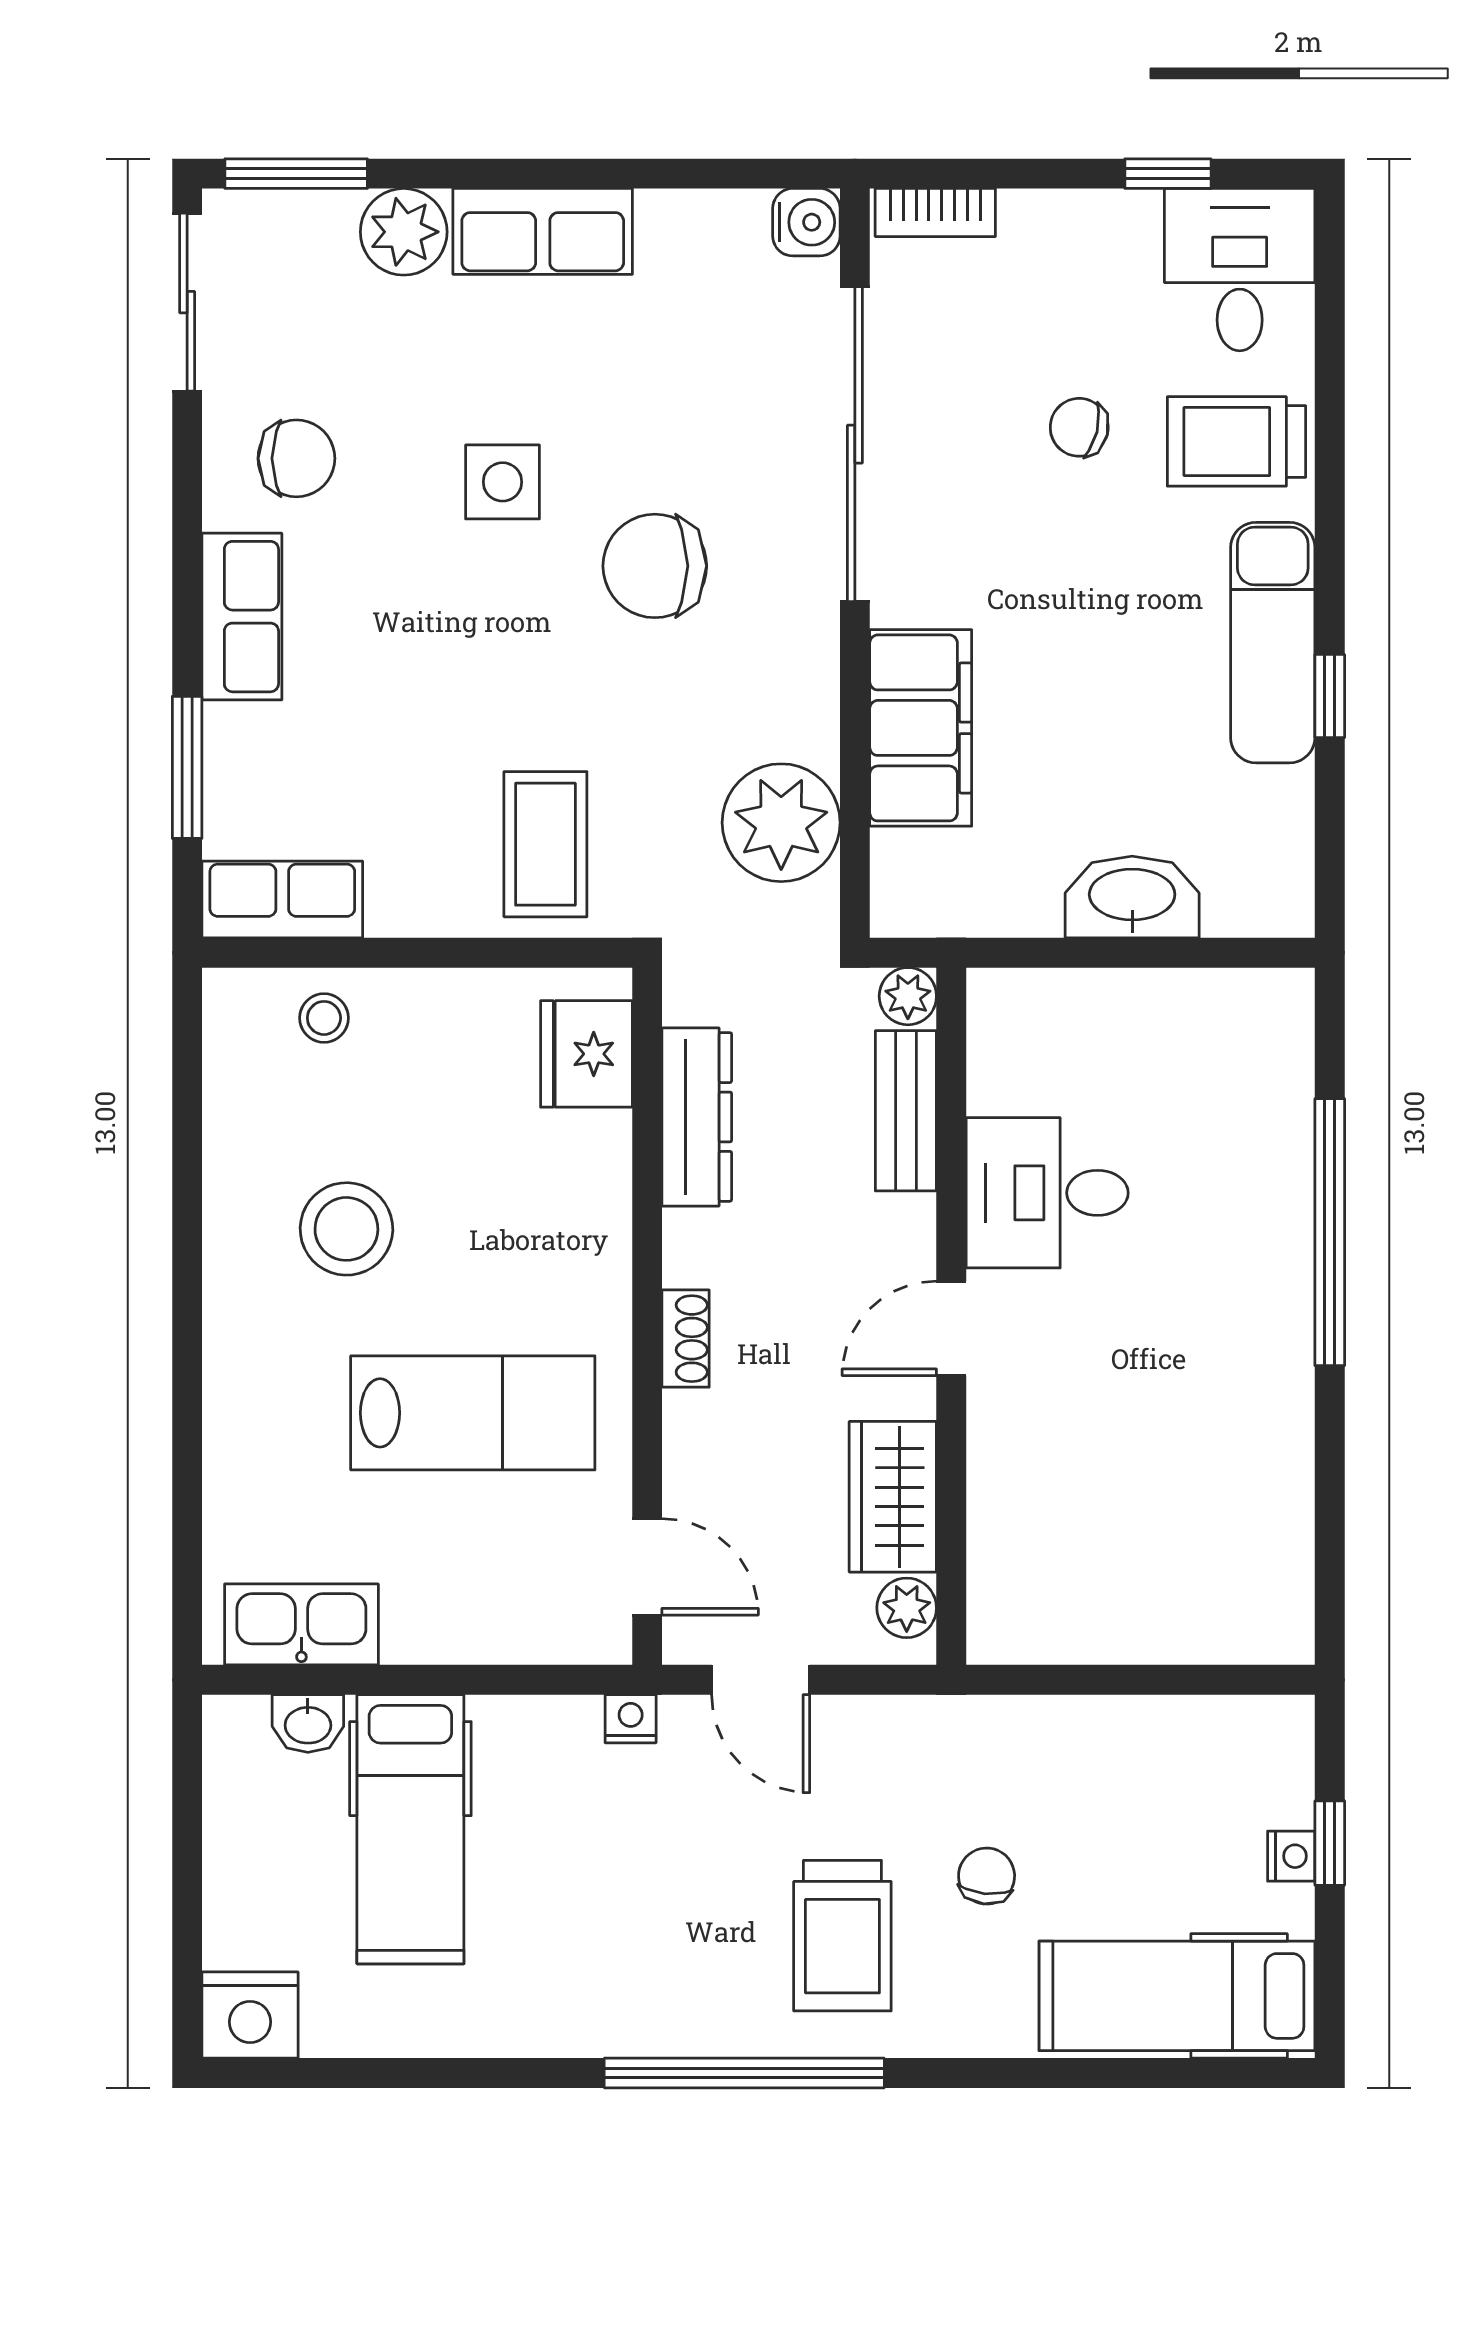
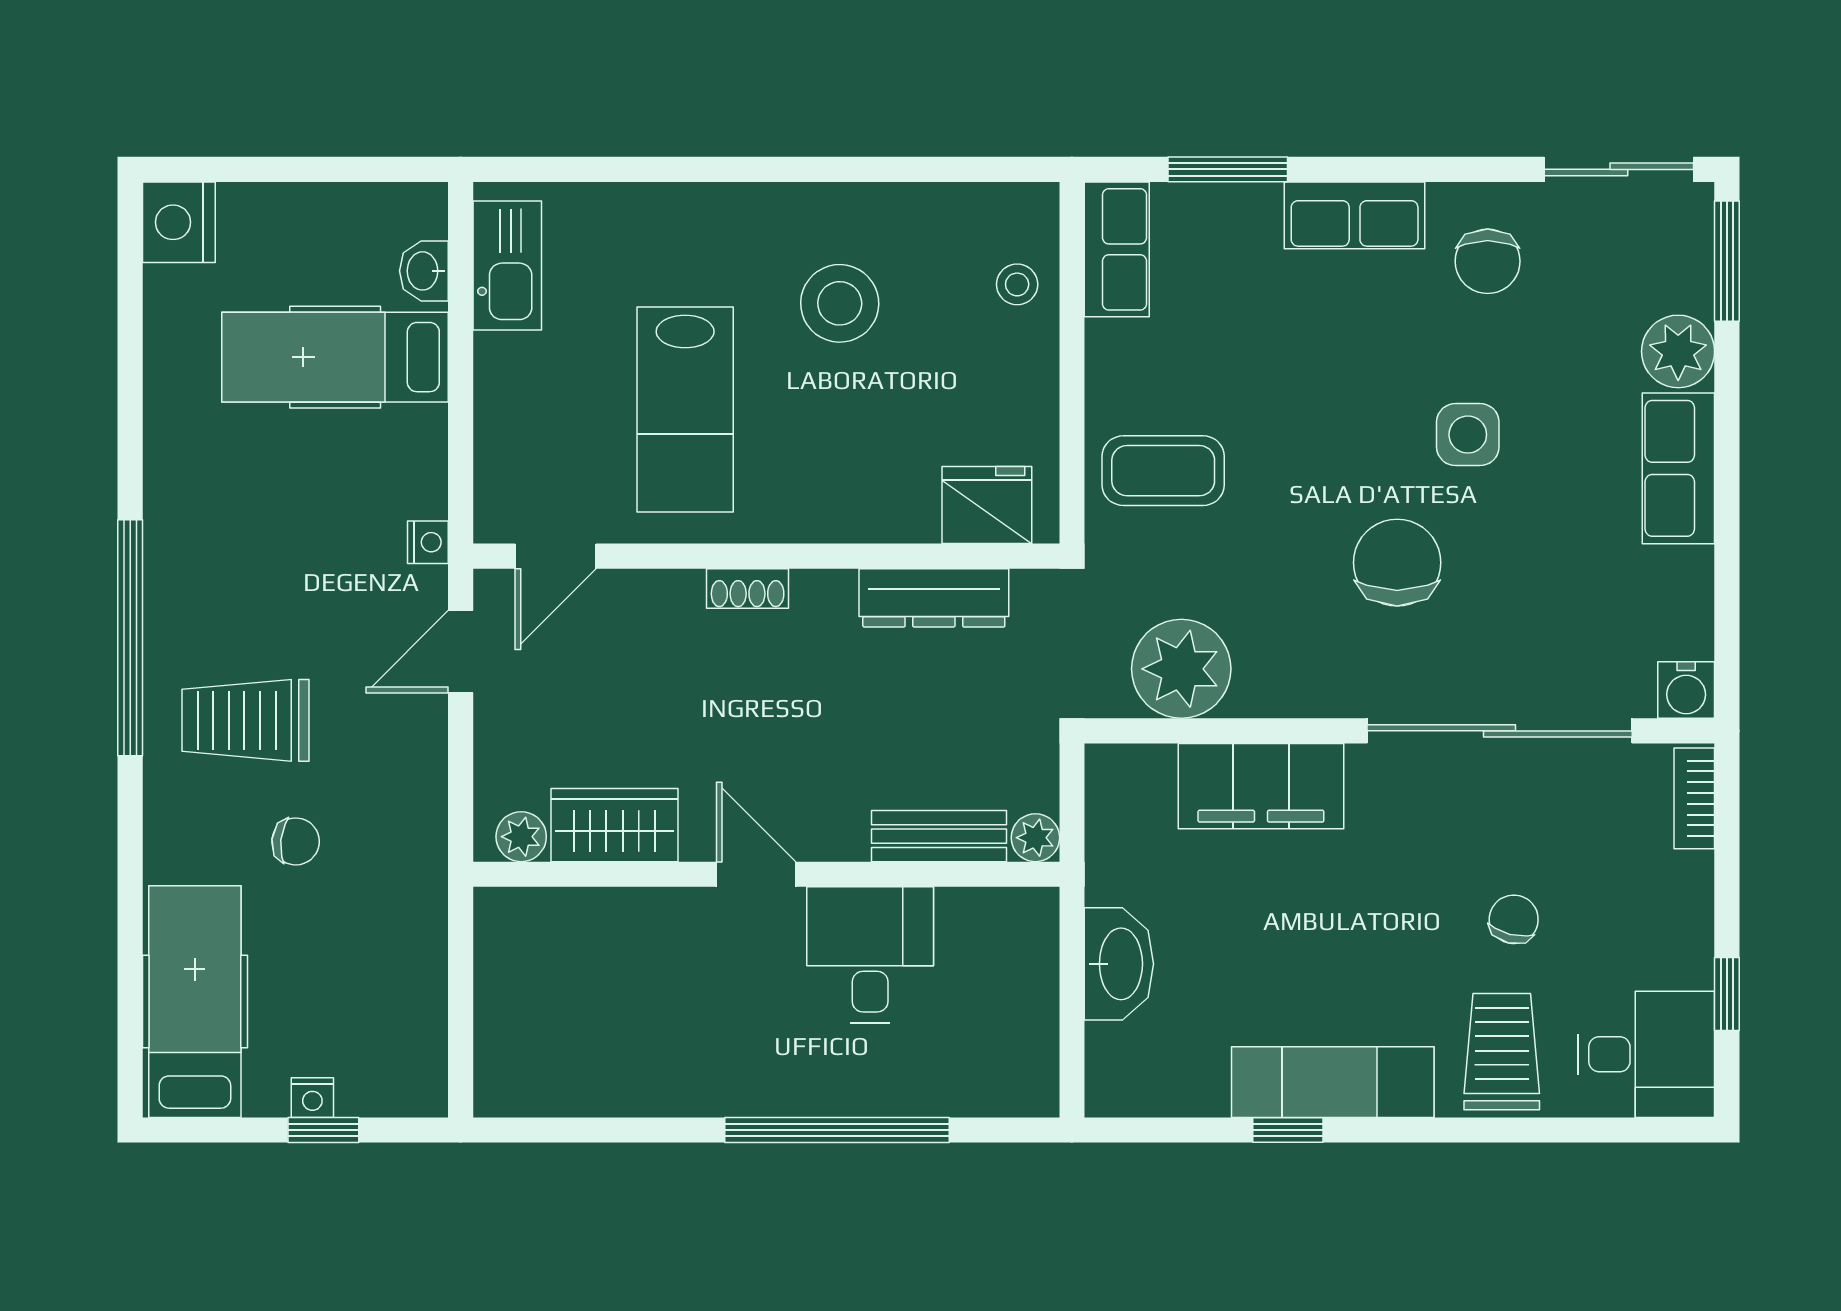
plant: (908, 996) -> (1035, 838), moved
bench: (906, 1111) -> (939, 836), moved
desk: (1047, 1193) -> (870, 955), moved
wall: (951, 1316) -> (766, 874), moved
door: (951, 1328) -> (756, 874), moved
wardrobe: (893, 1497) -> (615, 825), moved
plant: (907, 1608) -> (521, 837), moved

